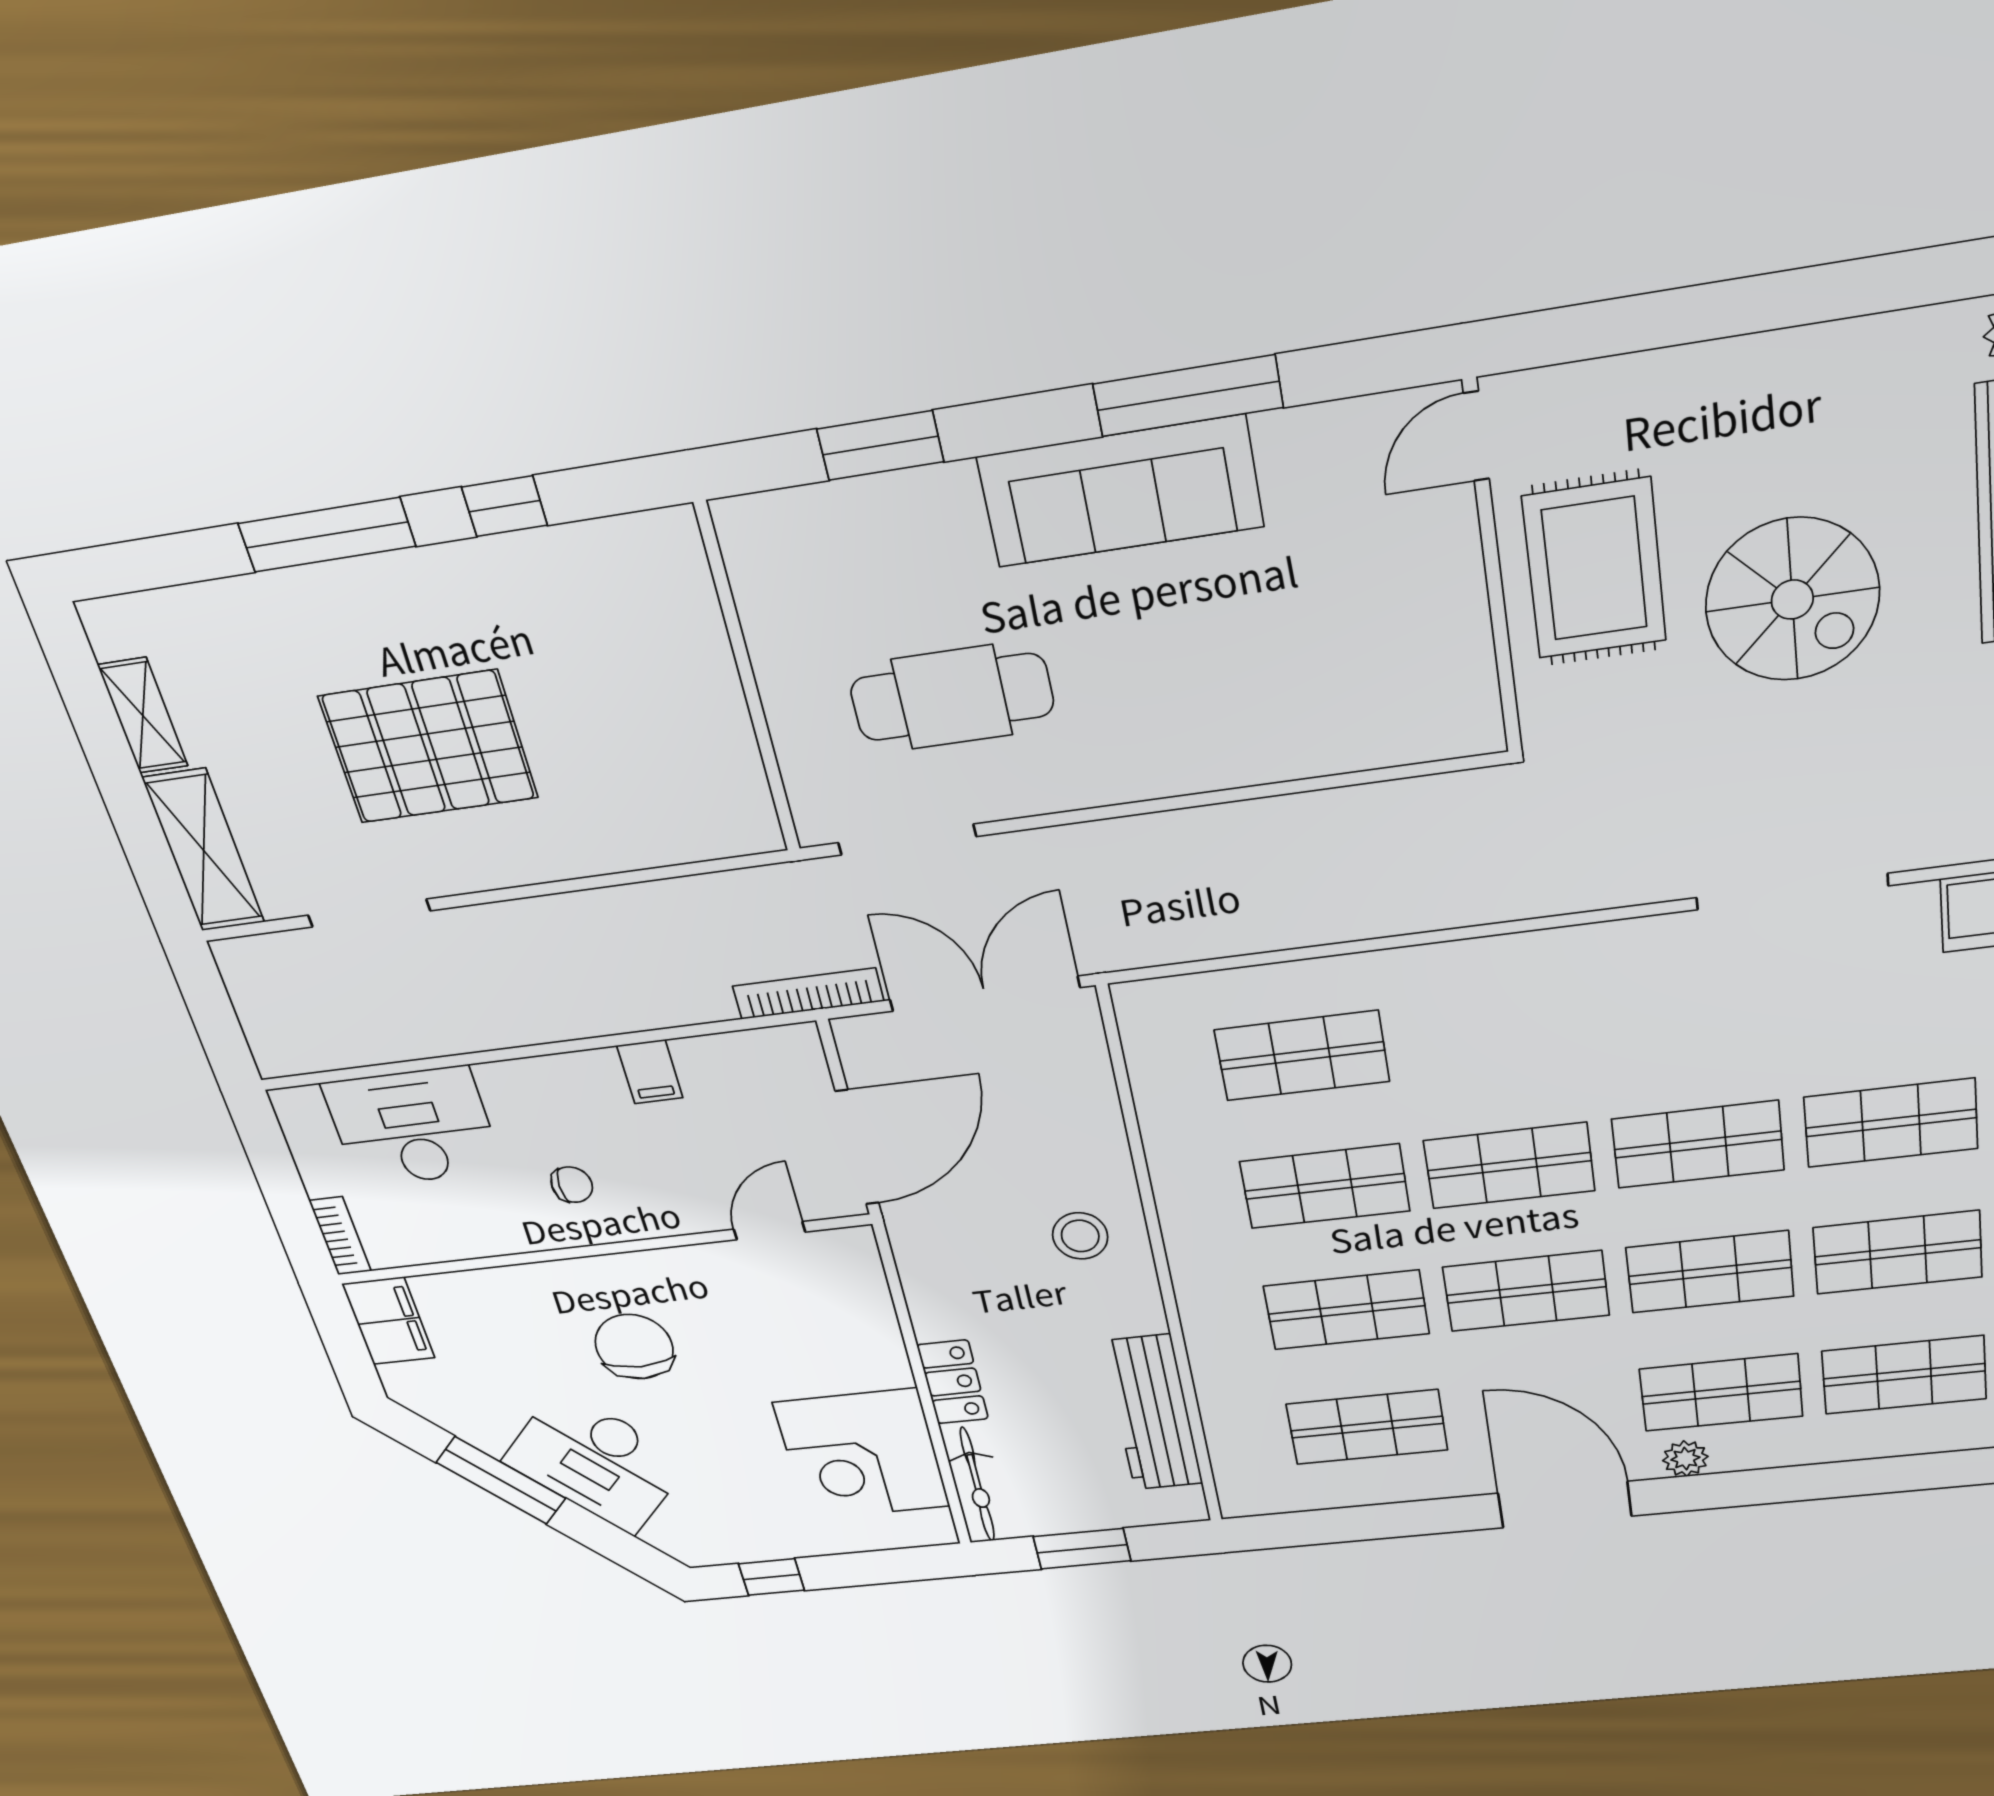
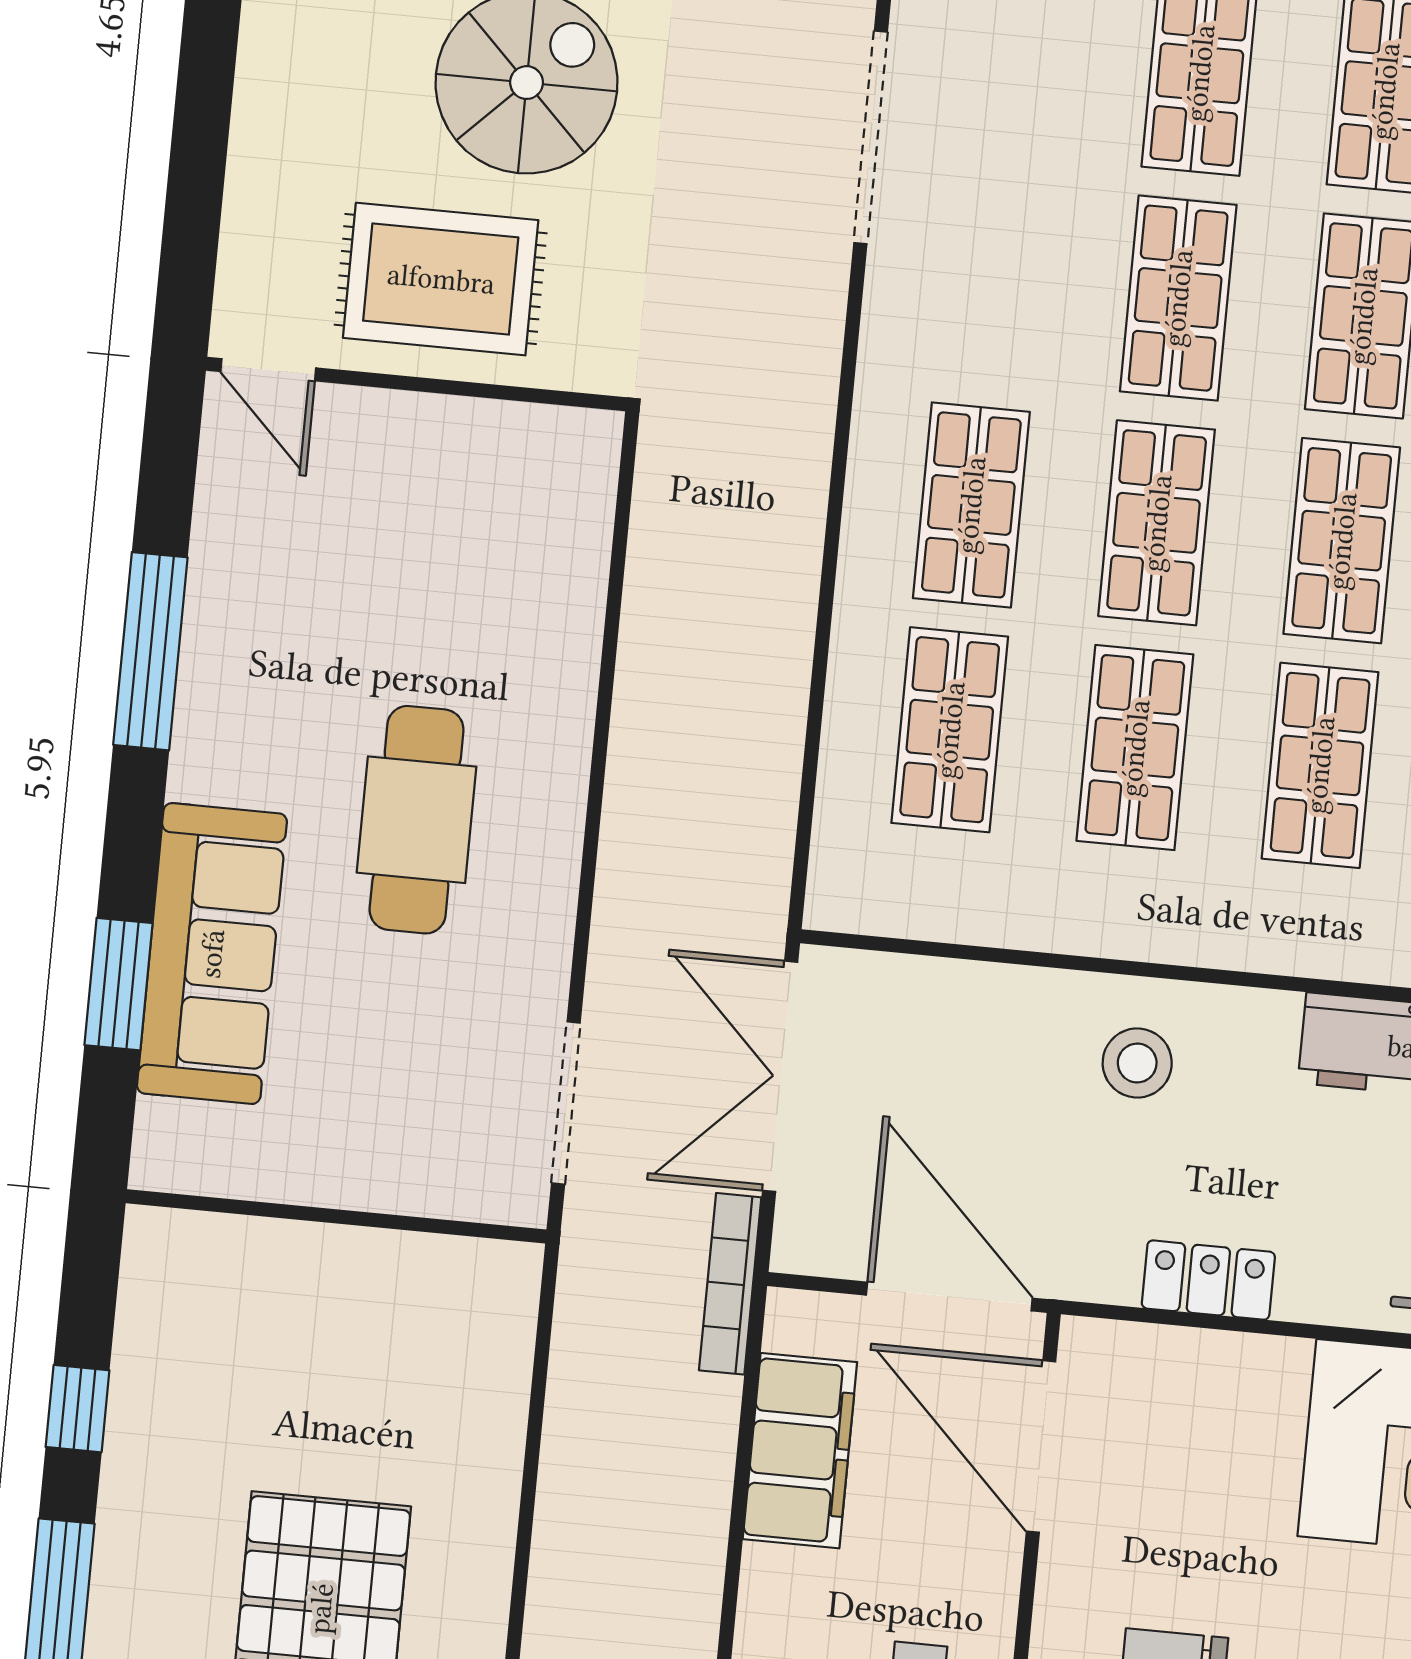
sofa: (1120, 492) -> (212, 954), moved
cafe table: (952, 697) -> (417, 820), moved
shop shelf: (1491, 1033) -> (971, 505), added
filing cabinet: (650, 1072) -> (800, 1451), width x3.00, depth x1.17
door: (770, 1231) -> (1041, 1446), width x1.88
locker: (953, 1382) -> (1208, 1280), moved

